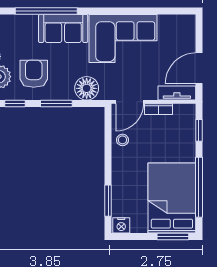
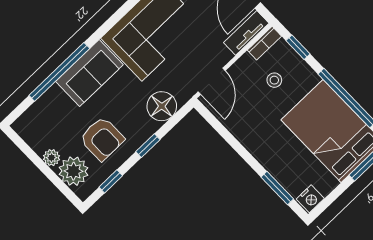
armchair: (34, 74) -> (102, 139), turned 180
window: (56, 104) -> (148, 146), width x0.67
bookcase: (159, 109) -> (264, 43), moved
stool: (122, 140) -> (274, 80), moved

